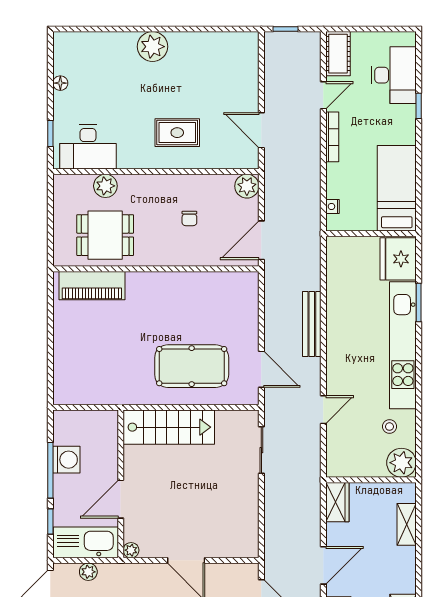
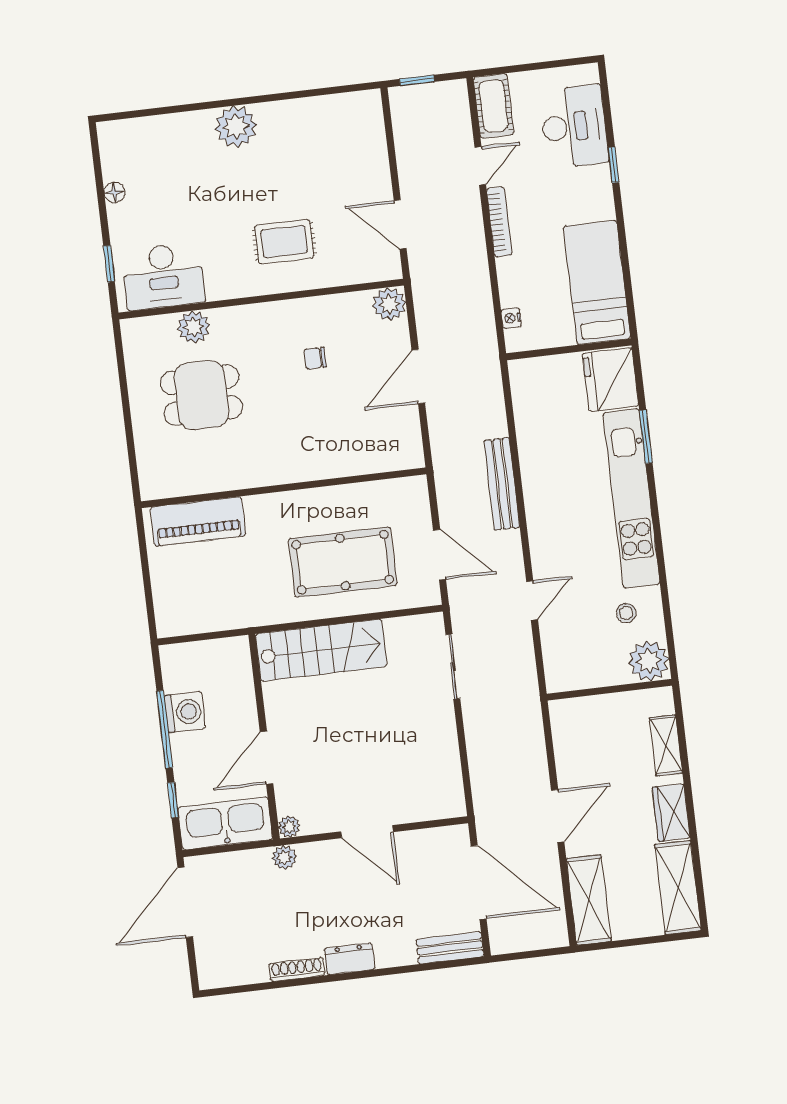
chair: (189, 218) -> (315, 358), turned 90
wall: (156, 269) -> (284, 488), moved
piano: (92, 286) -> (198, 522), moved
wardrobe: (337, 502) -> (671, 813), moved, turned 180
plant: (88, 572) -> (284, 857), moved

